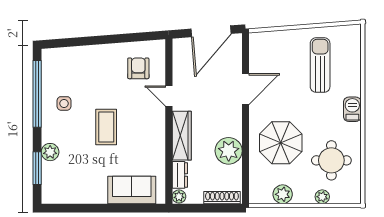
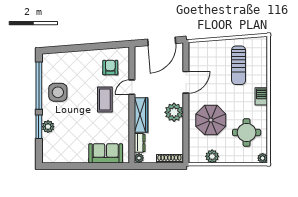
sun lounger: (320, 65) -> (239, 65), turned 180
door: (169, 96) -> (132, 87), hinge flipped
side table: (64, 103) -> (58, 92), width x1.87, depth x1.87
coffee table: (106, 127) -> (105, 100), moved
plant: (229, 151) -> (174, 112), moved
window: (37, 168) -> (39, 127), moved
plant: (322, 197) -> (263, 158), moved

